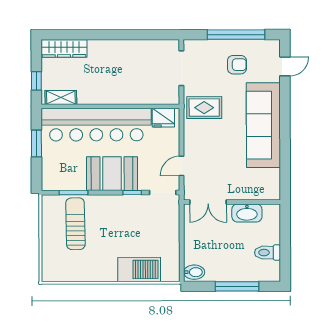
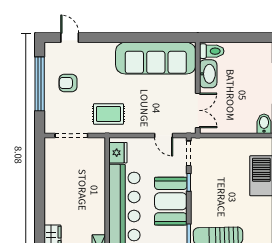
armchair: (237, 65) -> (68, 83), turned -90
rug: (204, 108) -> (108, 114), turned 90
sofa: (263, 125) -> (156, 58), moved
toilet: (268, 253) -> (212, 51), moved, turned -90

